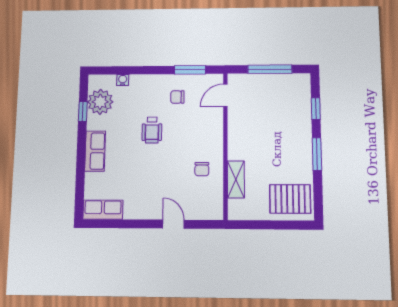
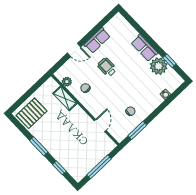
door: (225, 95) -> (100, 125), moved
plant: (100, 102) -> (159, 66), moved
wheelchair: (152, 130) -> (107, 67), moved
plant: (216, 196) -> (67, 82), added
row of seats: (103, 210) -> (97, 40), moved

